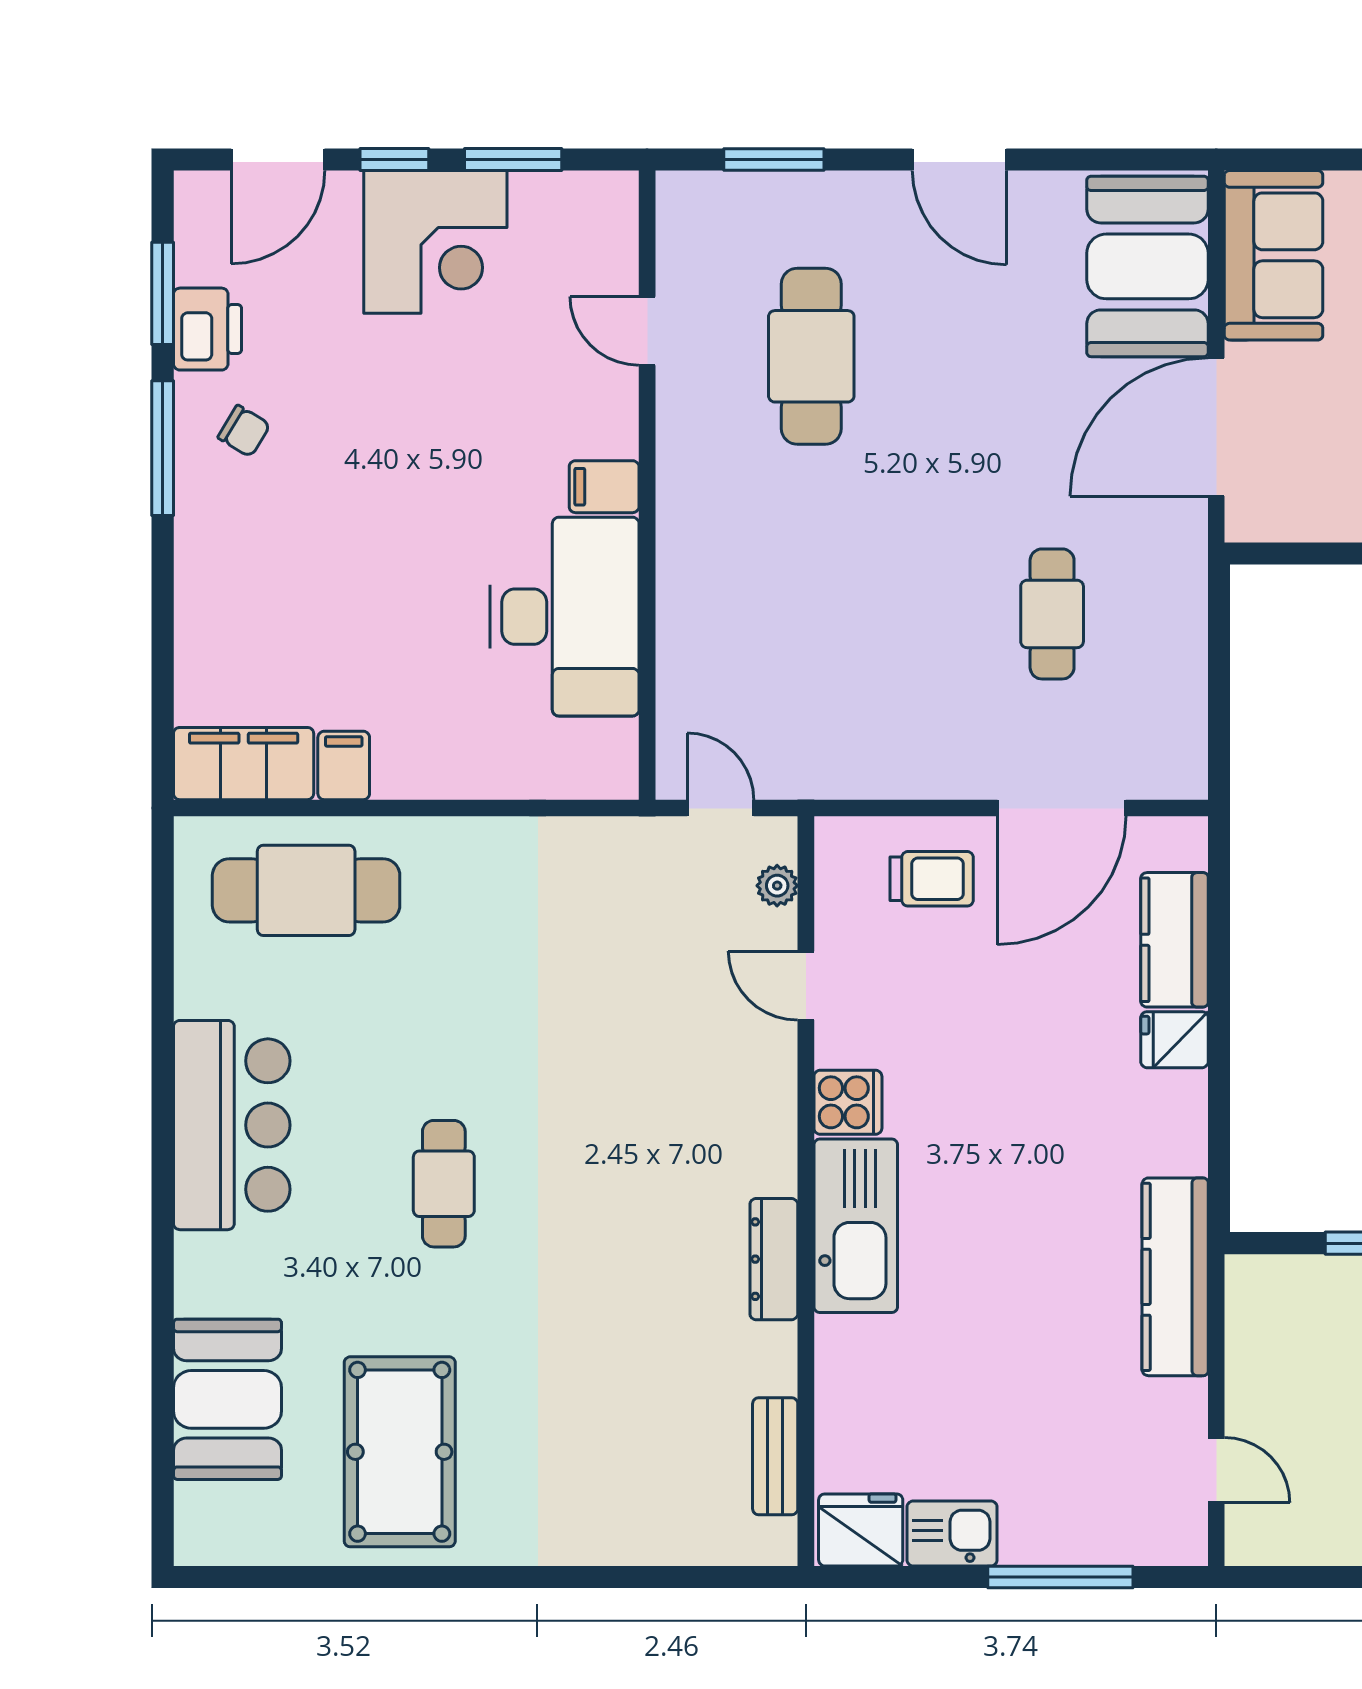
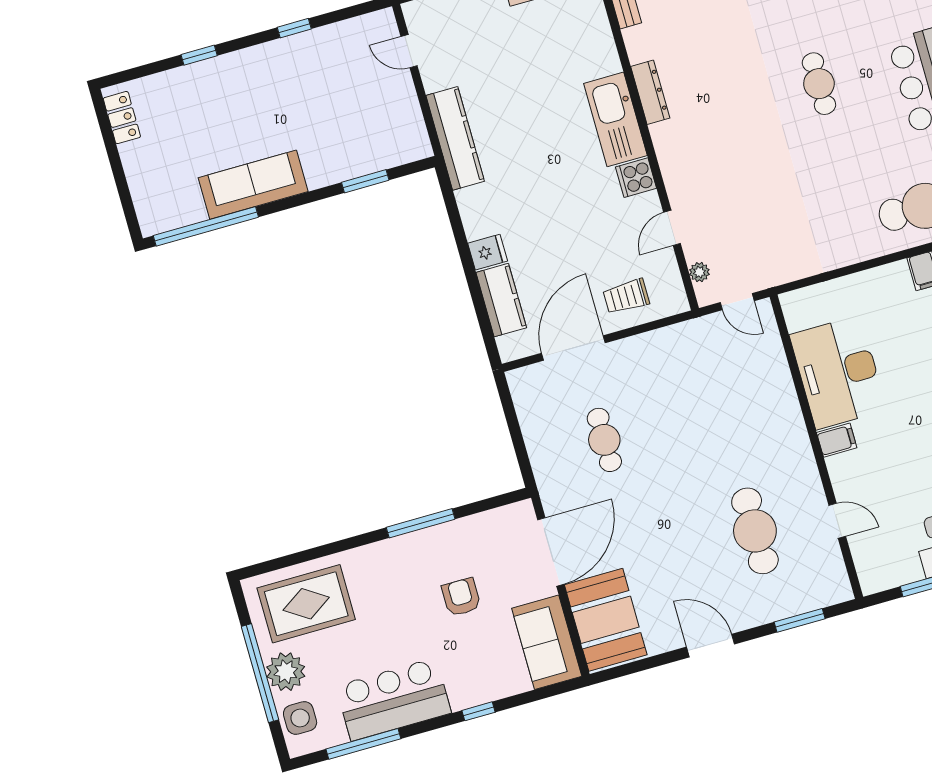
door: (806, 986) -> (672, 228), swing flipped

